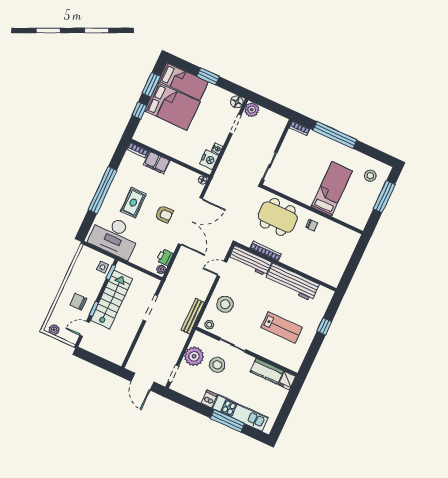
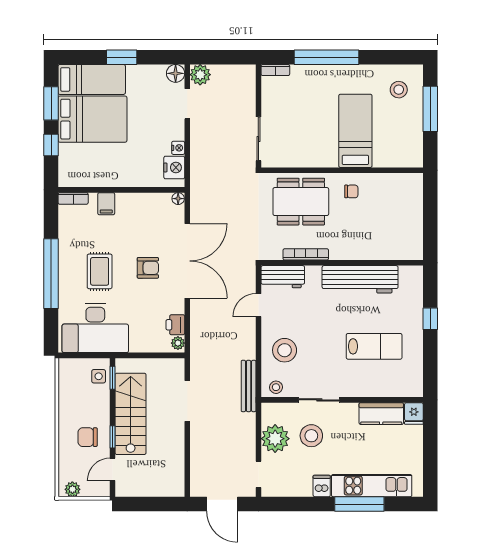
filing cabinet: (157, 163) -> (106, 204), width x0.50
workbench: (250, 261) -> (283, 277), width x0.73

